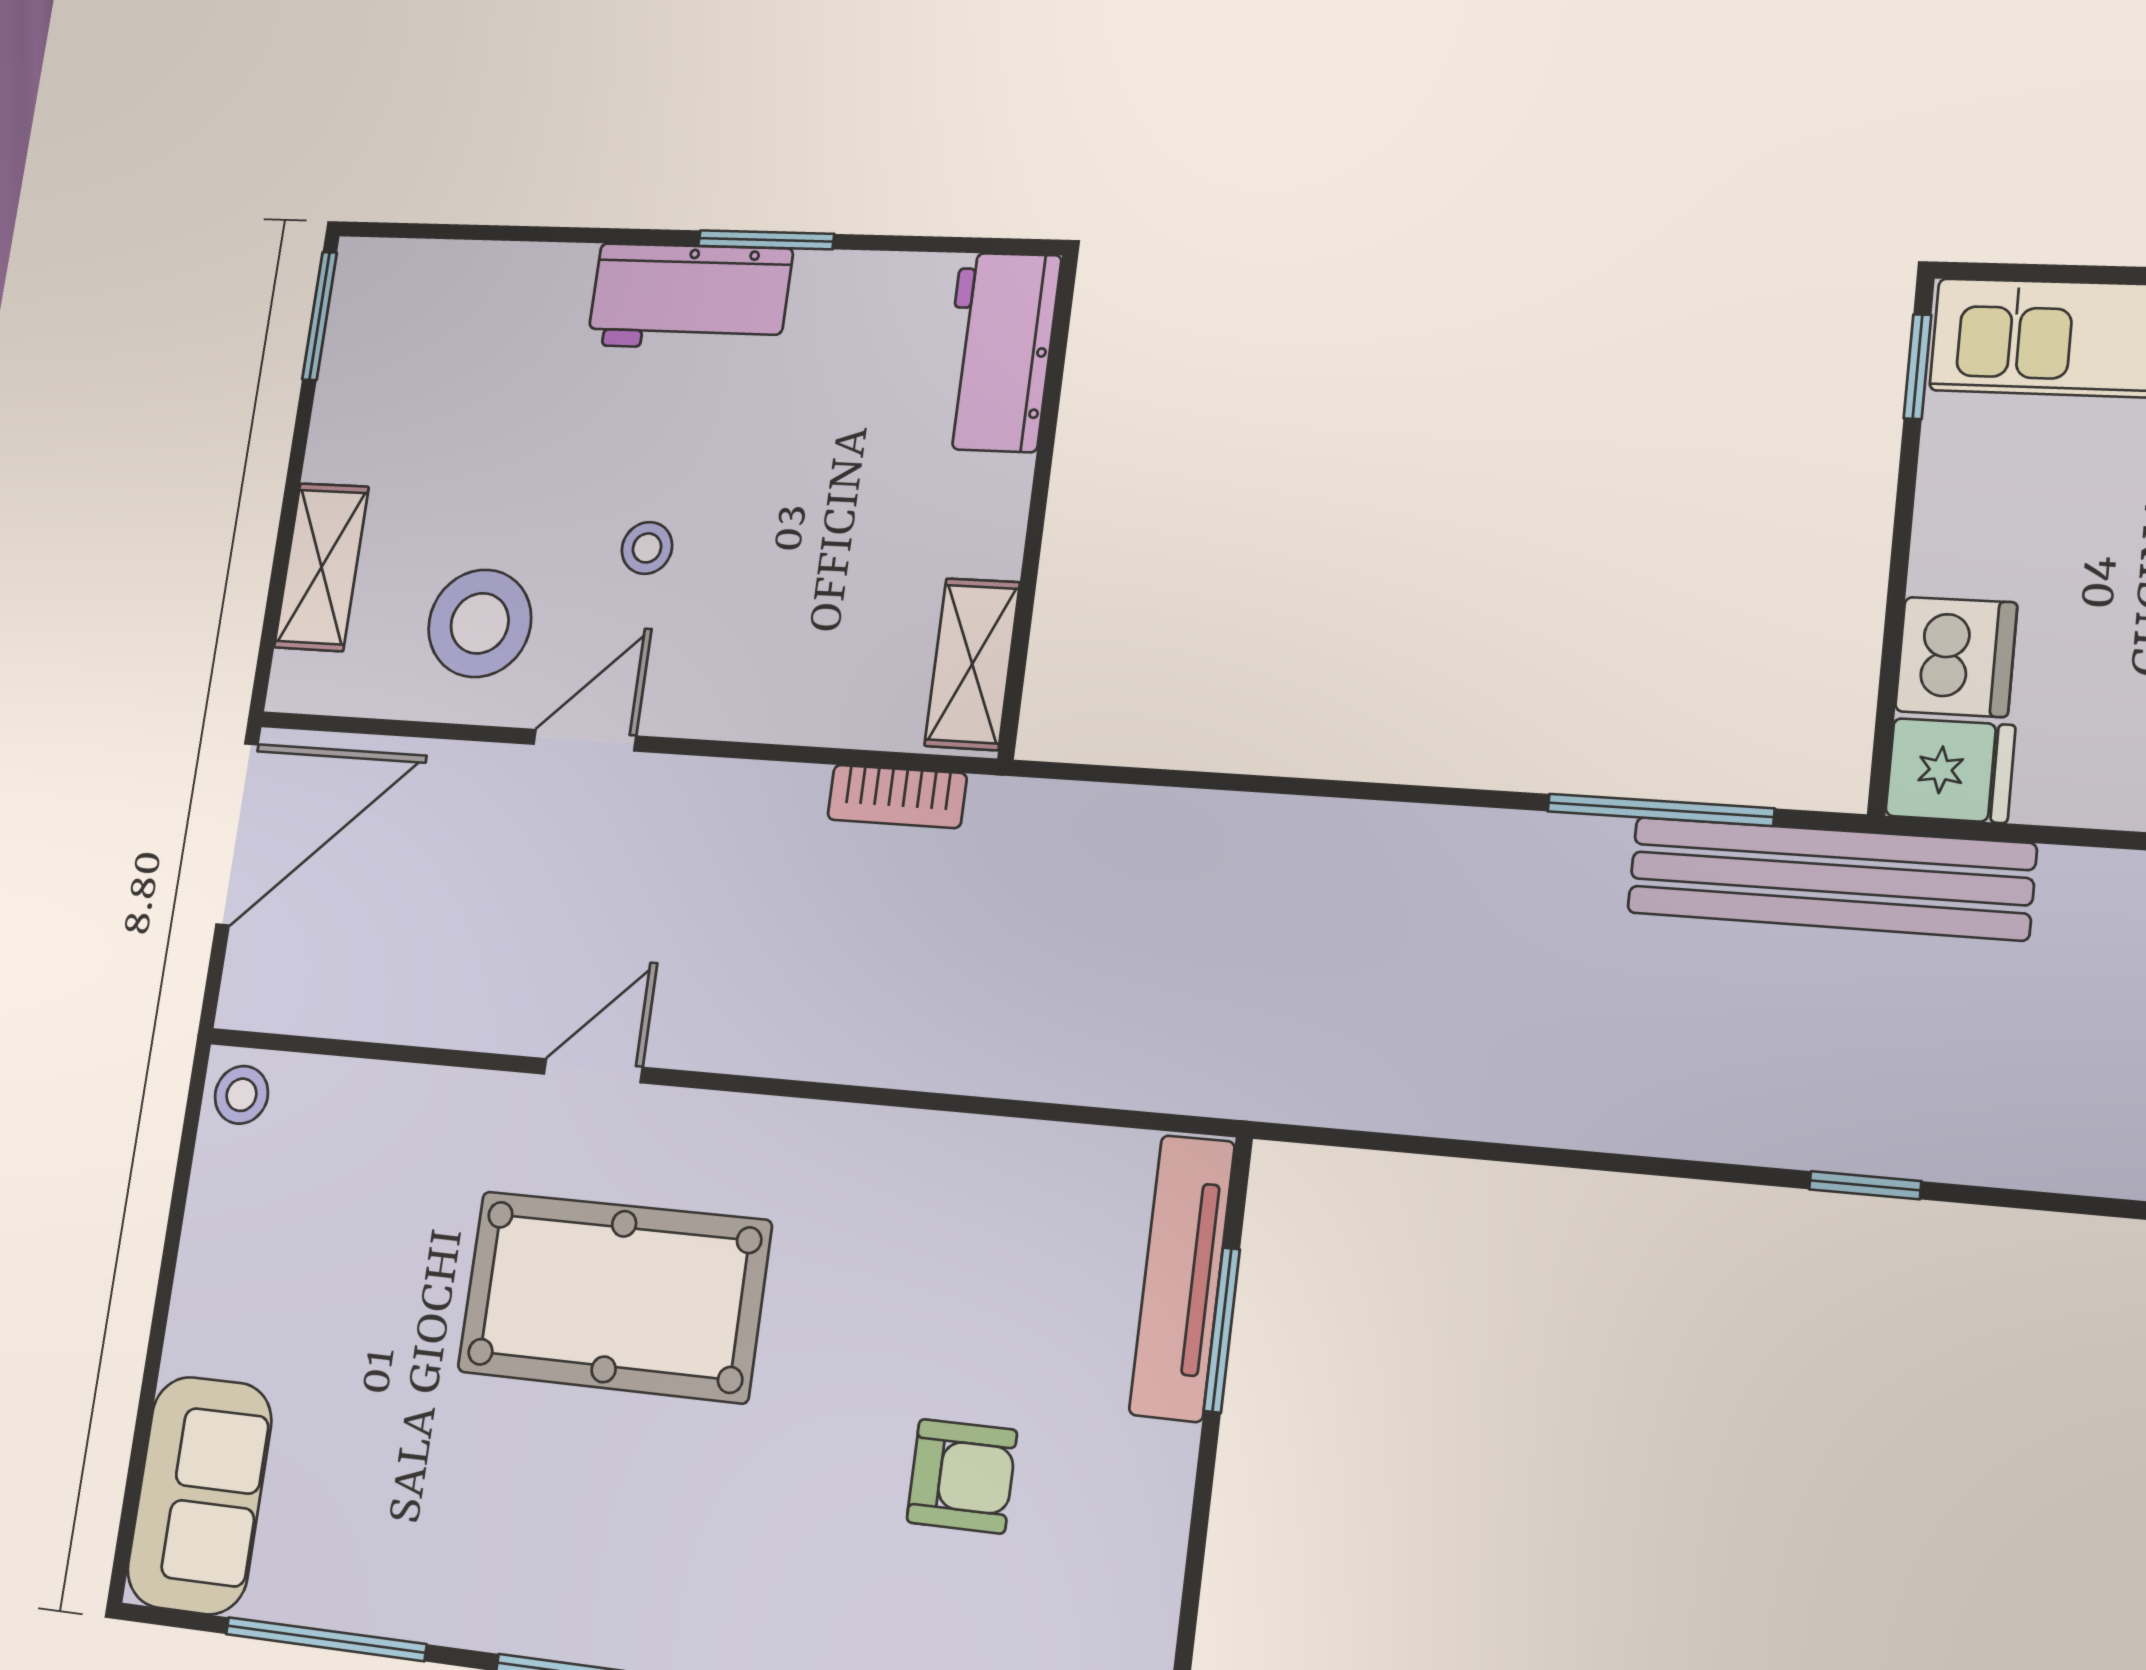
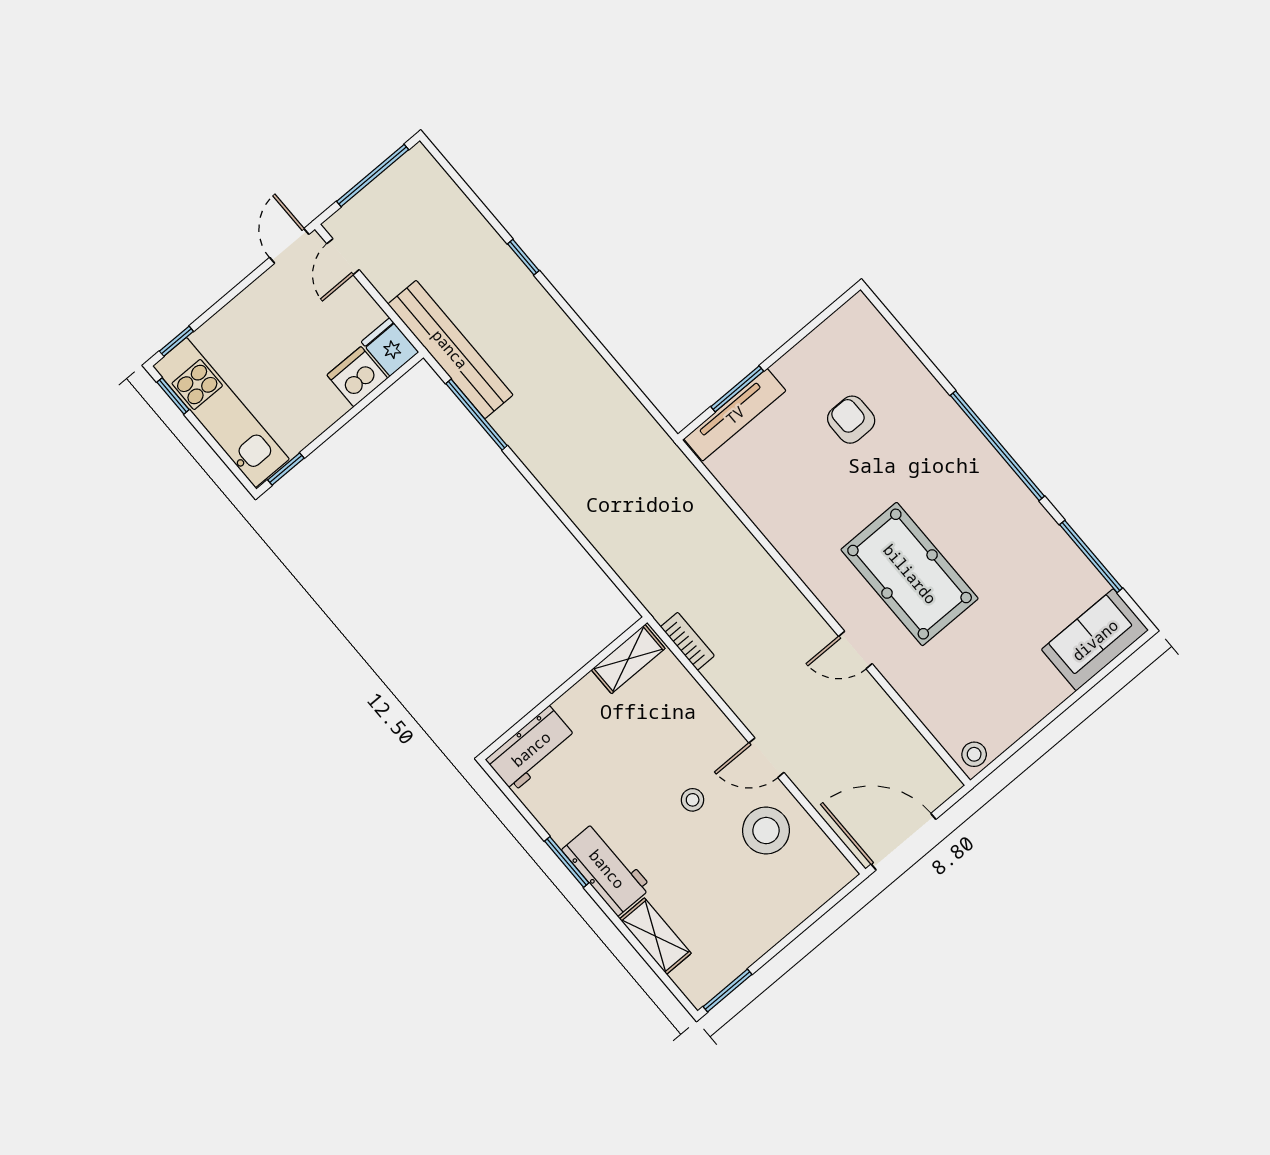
shelving: (321, 567) -> (655, 936), moved, turned 90

